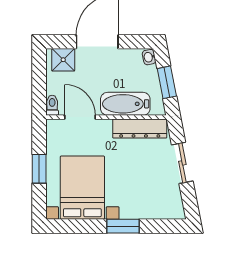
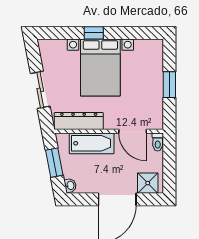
bed with nightstands: (82, 188) -> (100, 68), moved
window: (123, 226) -> (94, 33), width x0.67

